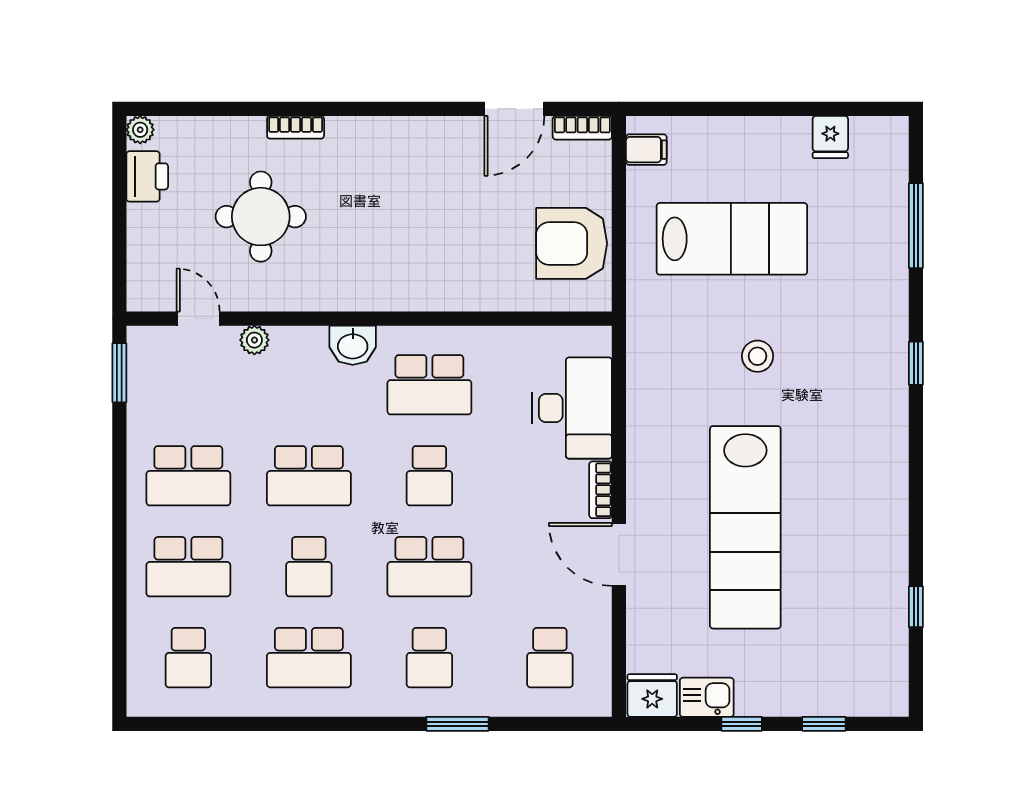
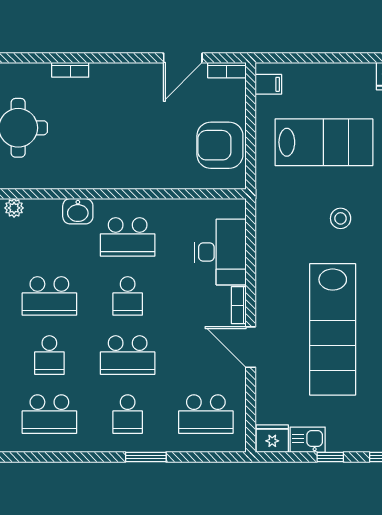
bookcase: (296, 127) -> (70, 70), moved
school desk: (550, 658) -> (206, 414), width x1.85

